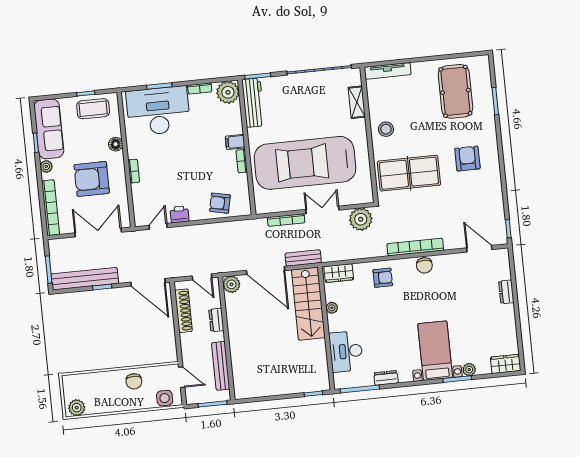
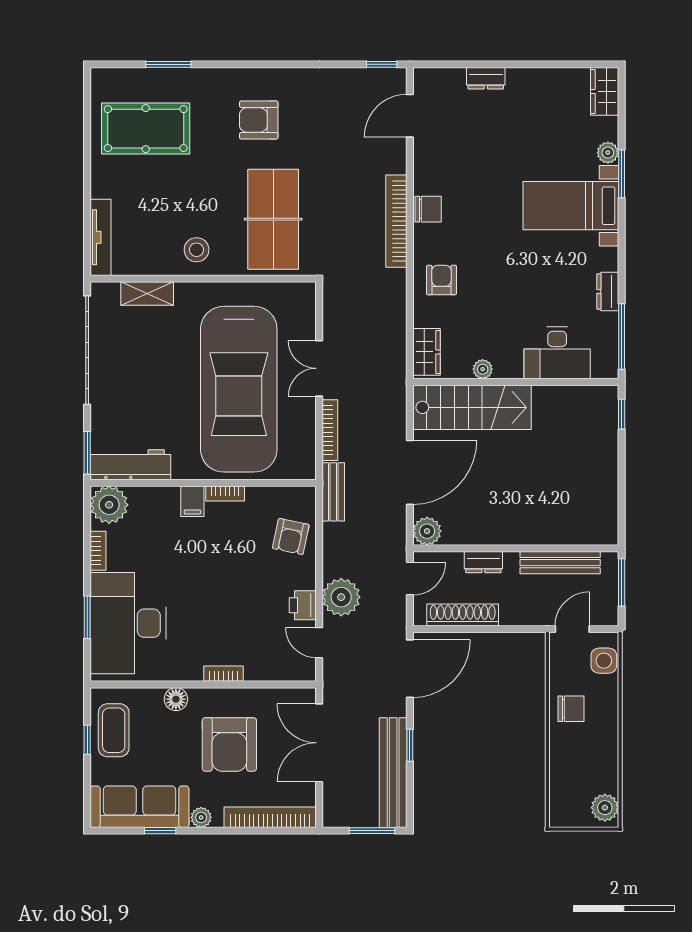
plant: (361, 219) -> (341, 597), moved
bench: (303, 258) -> (333, 492), moved

